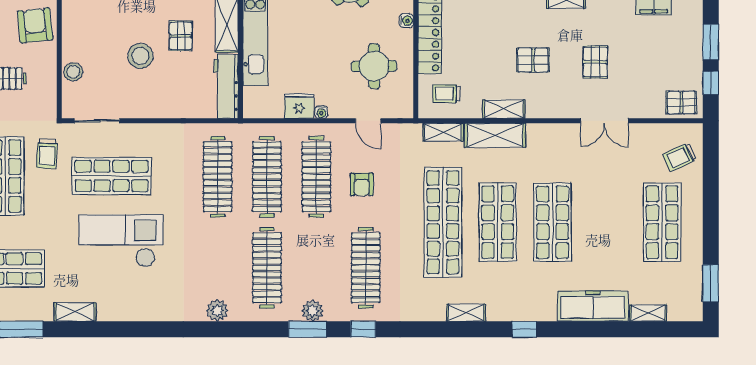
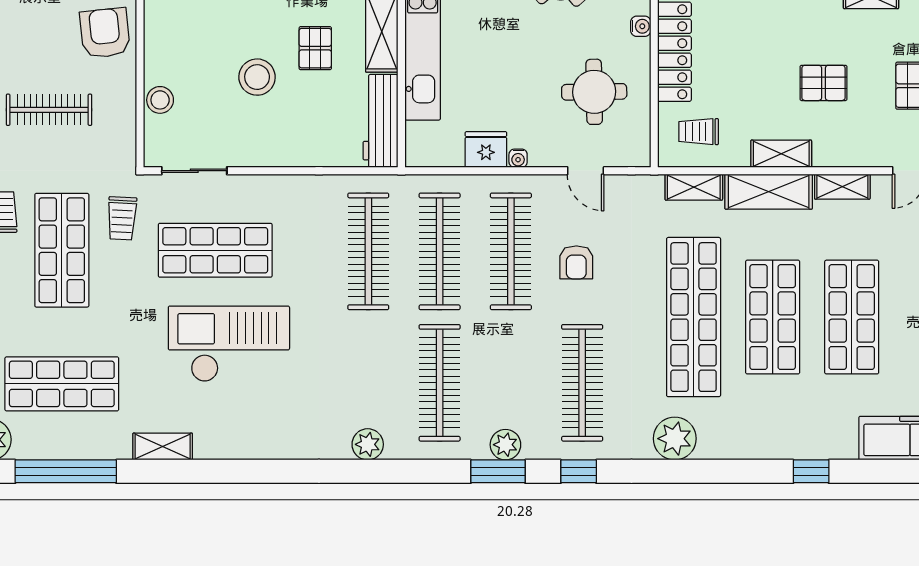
plant: (430, 306) -> (675, 439), added
shelving: (466, 313) -> (842, 187), moved

